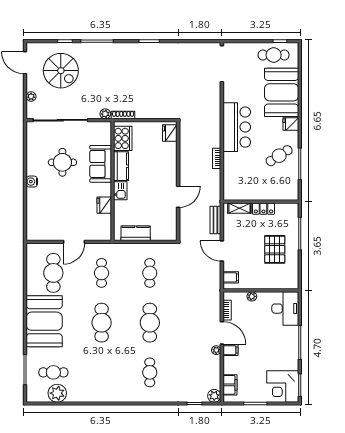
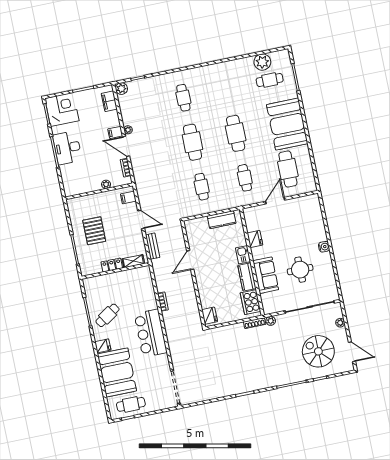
desk: (285, 309) -> (67, 148), moved

